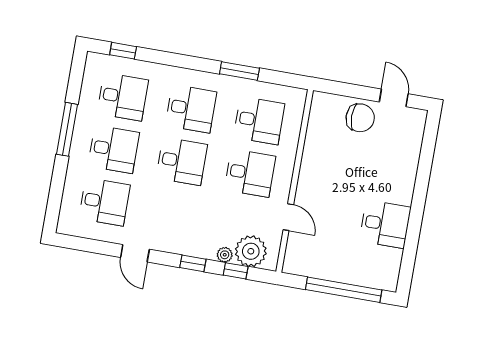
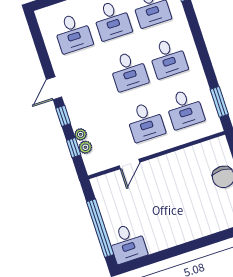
window: (239, 71) -> (219, 102), moved
desk: (385, 224) -> (127, 243), moved
plant: (251, 251) -> (85, 147), width x0.53, depth x0.53
door: (135, 253) -> (54, 88), moved

